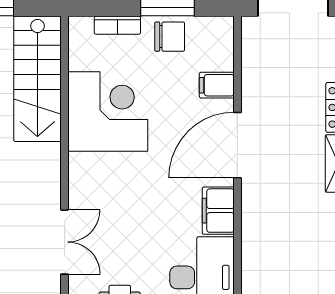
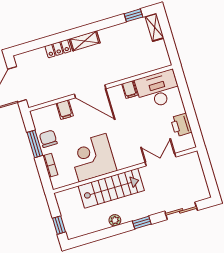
stairs: (37, 79) -> (111, 188), moved
filing cabinet: (218, 211) -> (130, 89), width x0.50

